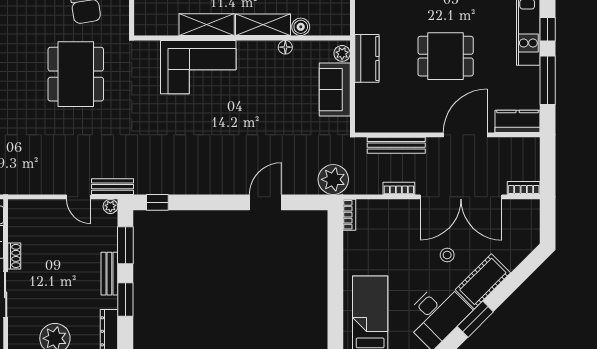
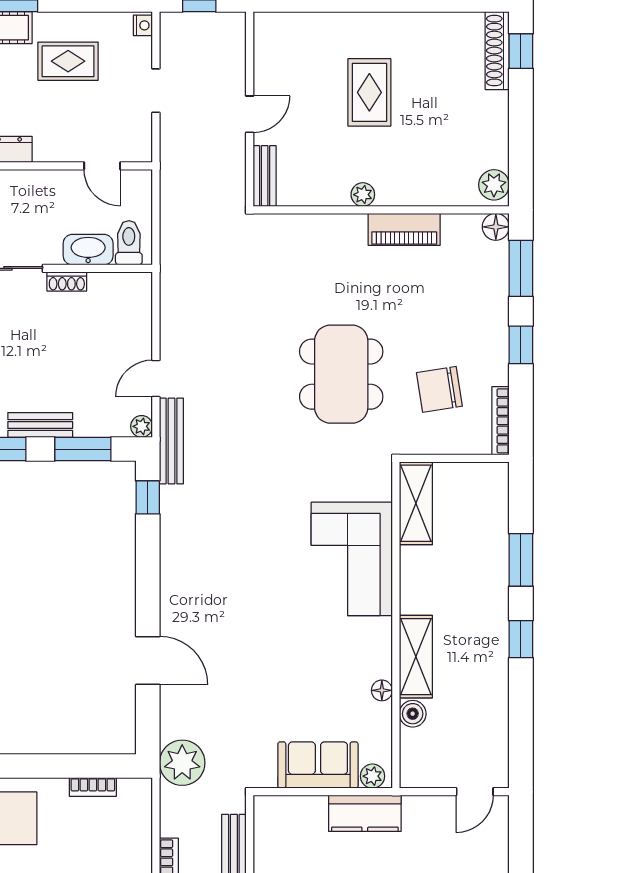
shelving: (207, 25) -> (416, 503), moved
dining table: (76, 74) -> (341, 374), turned 90
bench: (113, 187) -> (171, 441), width x1.36
bookcase: (349, 215) -> (93, 787), moved

